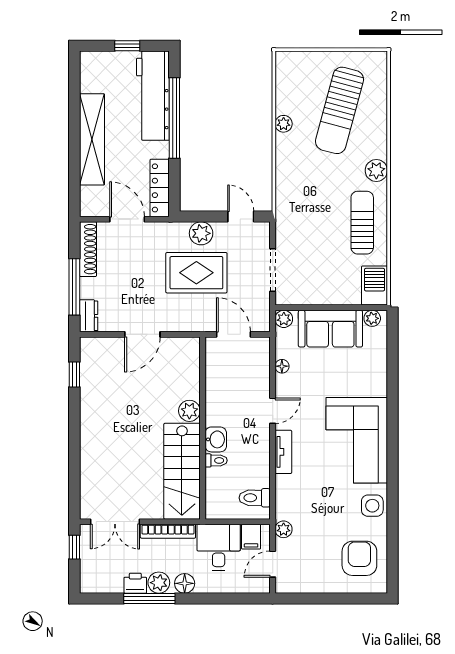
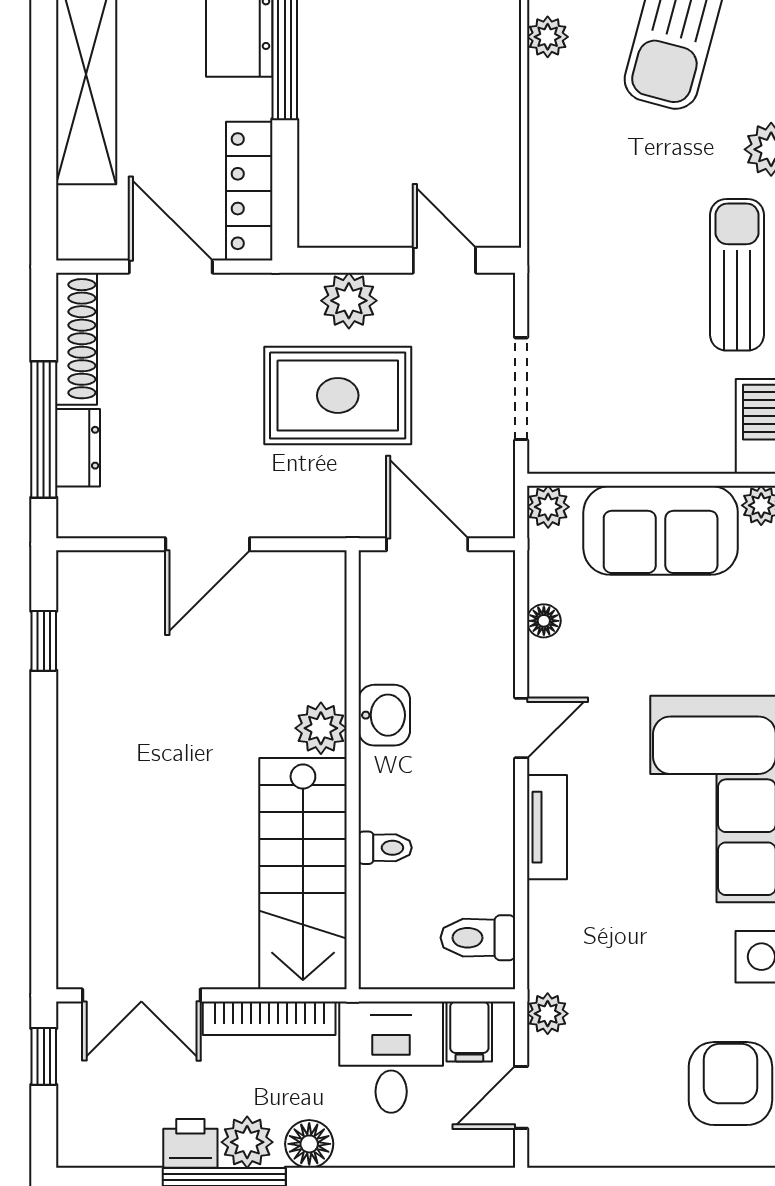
dresser: (89, 316) -> (78, 448), moved
washbasin: (216, 439) -> (384, 715), moved

